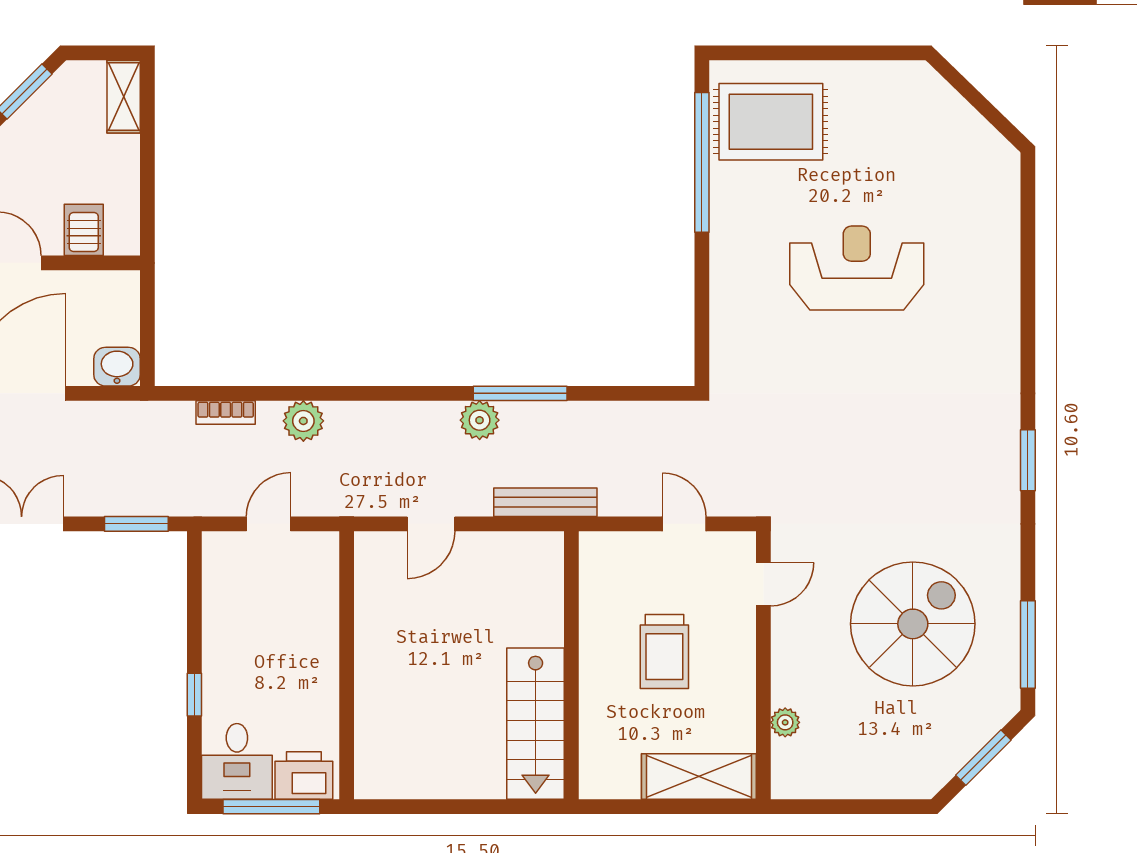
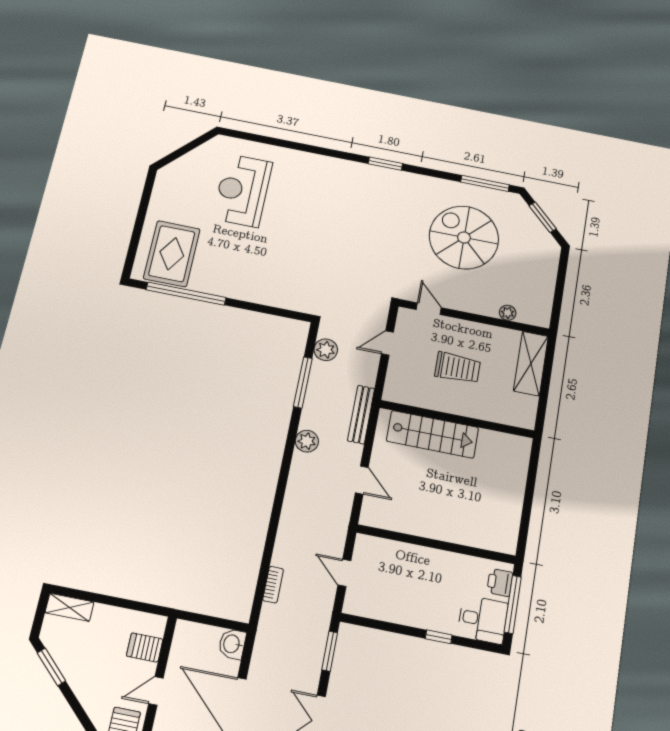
reception desk: (857, 268) -> (242, 190), moved
window: (520, 393) -> (303, 382), moved
plant: (303, 421) -> (326, 350), moved
stairs: (536, 724) -> (432, 434), moved
printer: (304, 775) -> (500, 582), width x0.73, depth x0.81

